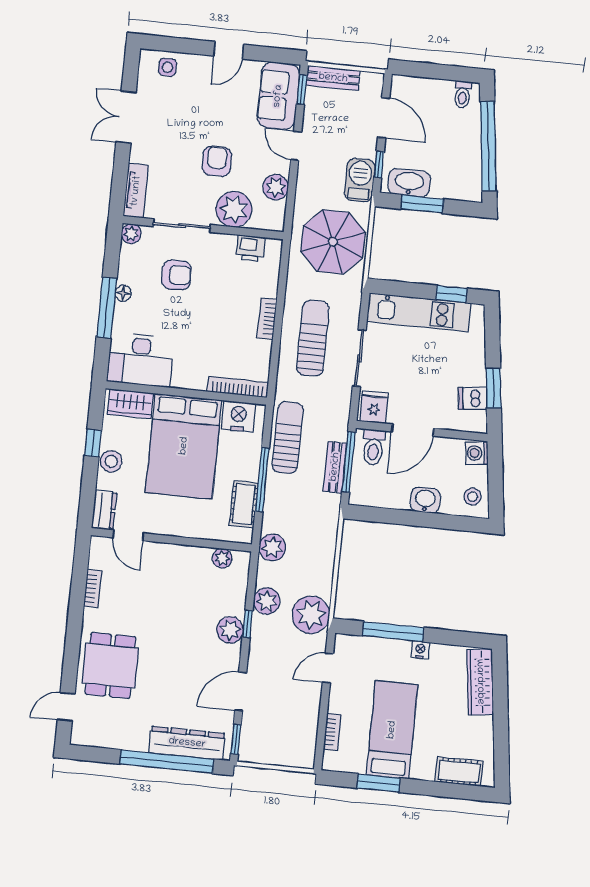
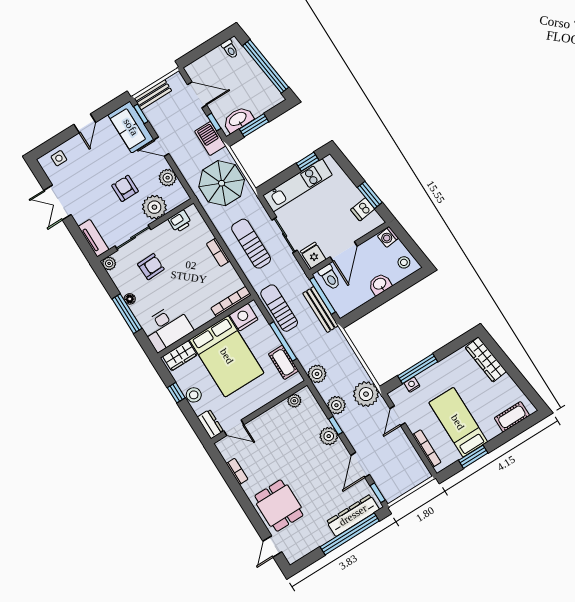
bench: (335, 467) -> (321, 309), width x1.36
nightstand: (420, 650) -> (412, 385), moved
bookcase: (332, 732) -> (427, 449), width x1.56

